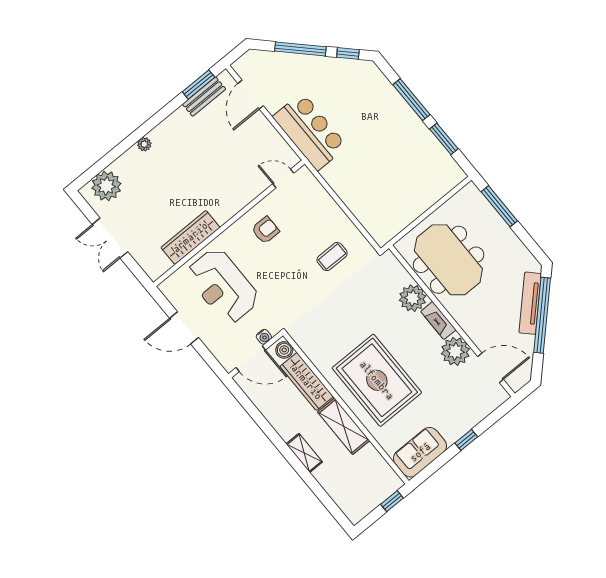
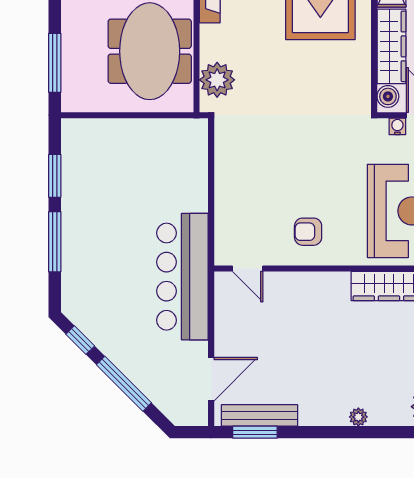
bench: (204, 97) -> (259, 415), width x1.36
bar counter: (310, 131) -> (182, 277), width x1.36
coffee table: (332, 257) -> (263, 150), removed
plant: (413, 298) -> (217, 80), moved

